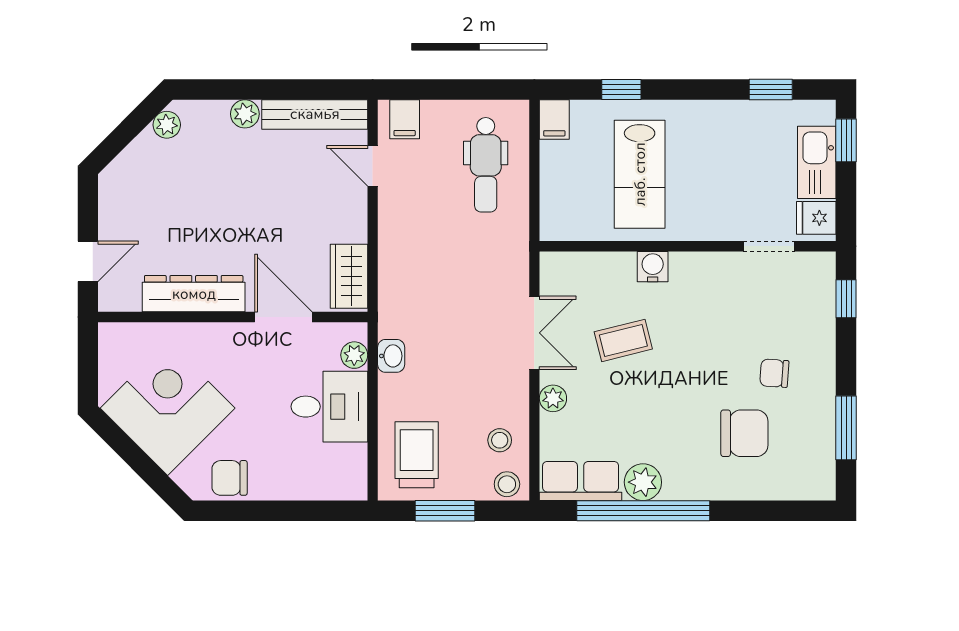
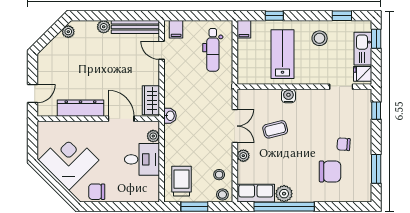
stool: (721, 139) -> (320, 38), added
lab bench: (640, 174) -> (283, 54), turned 180
washbasin: (391, 356) -> (170, 116), moved

